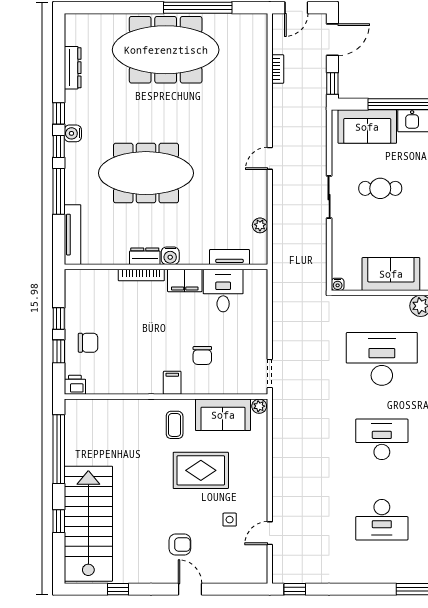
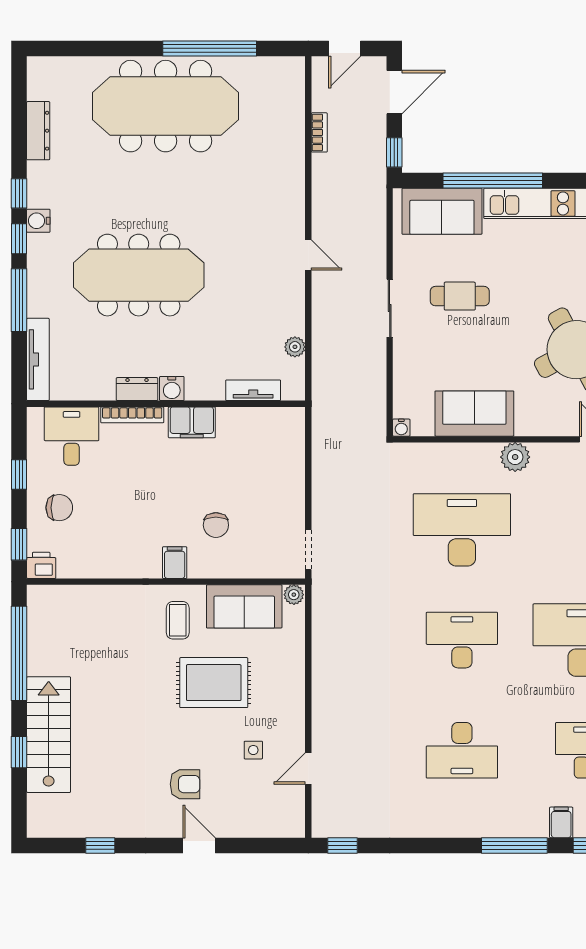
door: (270, 158) -> (308, 255), swing flipped
desk: (223, 291) -> (72, 436), moved
window: (59, 351) -> (19, 544), moved
stairs: (88, 524) -> (49, 735), width x0.73, depth x0.66

